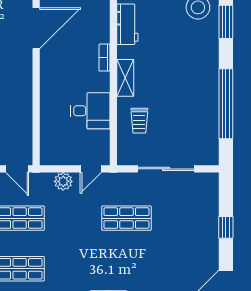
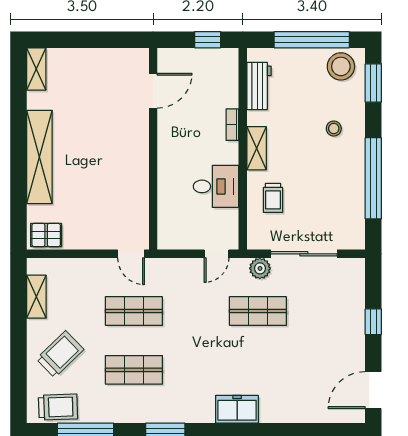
door: (36, 28) -> (153, 91), width x0.73
stool: (192, 61) -> (334, 129), added
plant: (63, 181) -> (260, 268), moved

